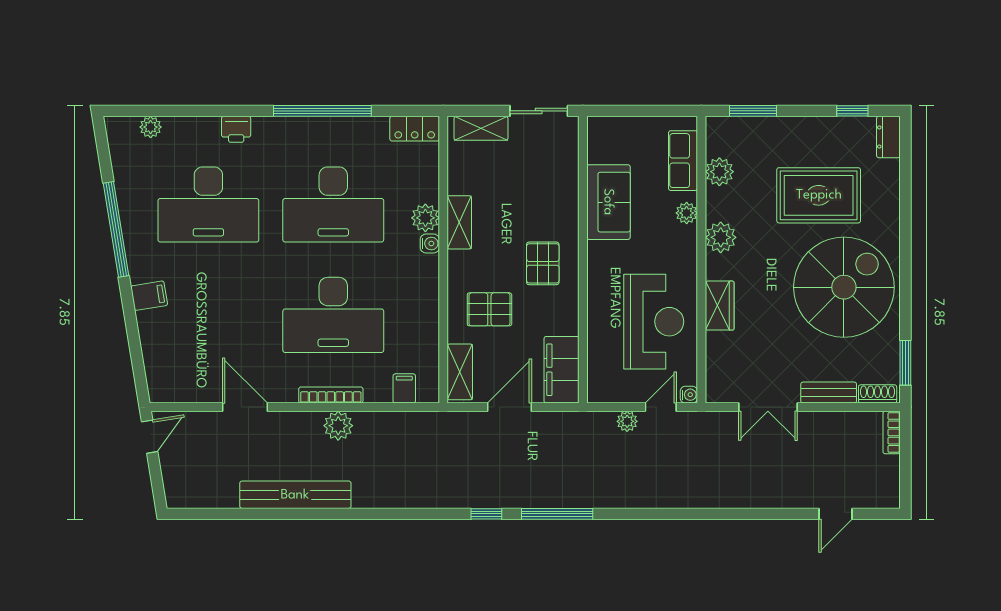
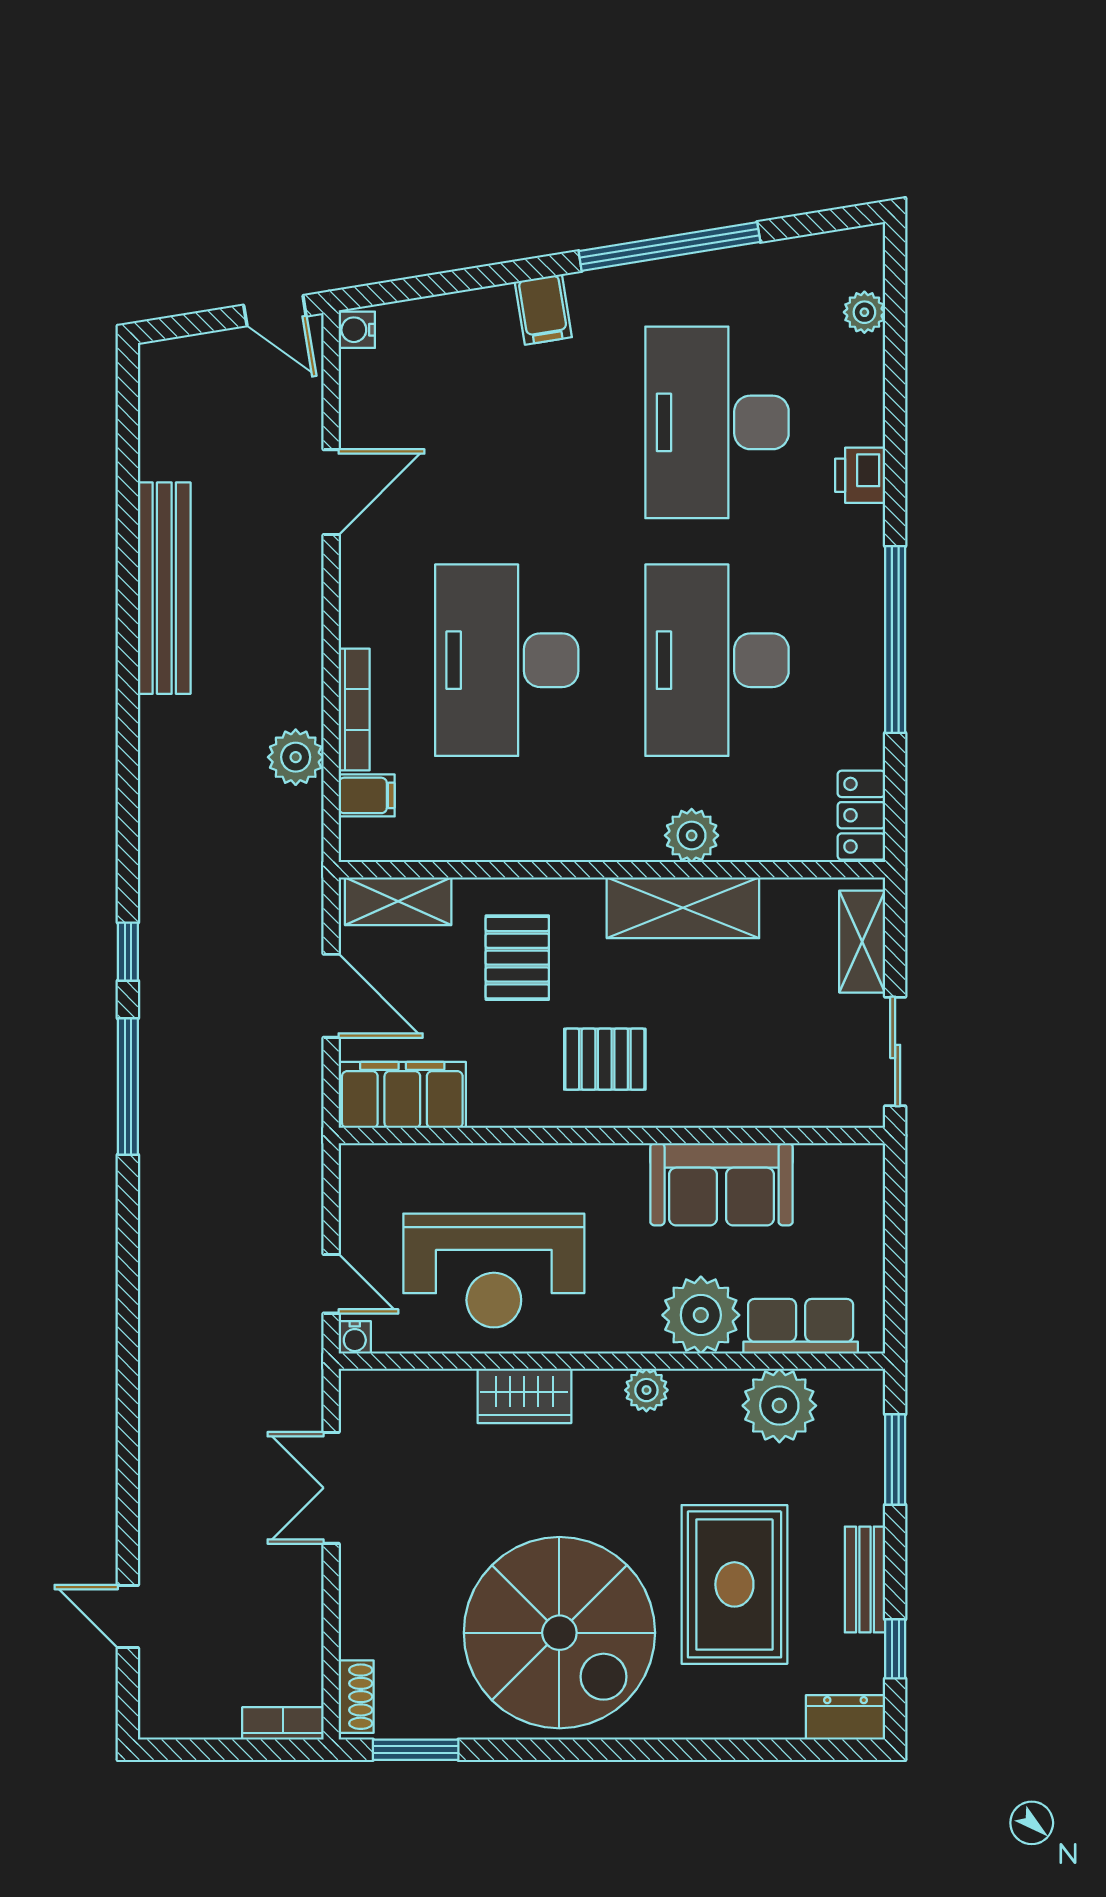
plant: (719, 172) -> (779, 1406), width x1.36, depth x1.36
plant: (687, 213) -> (701, 1315), width x1.87, depth x1.87
shelving: (459, 222) -> (683, 908), width x1.50, depth x1.33
plant: (721, 237) -> (646, 1390), width x0.73, depth x0.73
water cooler: (430, 243) -> (357, 330), moved, turned 90
bench: (829, 393) -> (865, 1579), moved
bookcase: (331, 395) -> (354, 710), moved
plant: (627, 421) -> (304, 1220), removed
plant: (338, 426) -> (296, 757), moved

